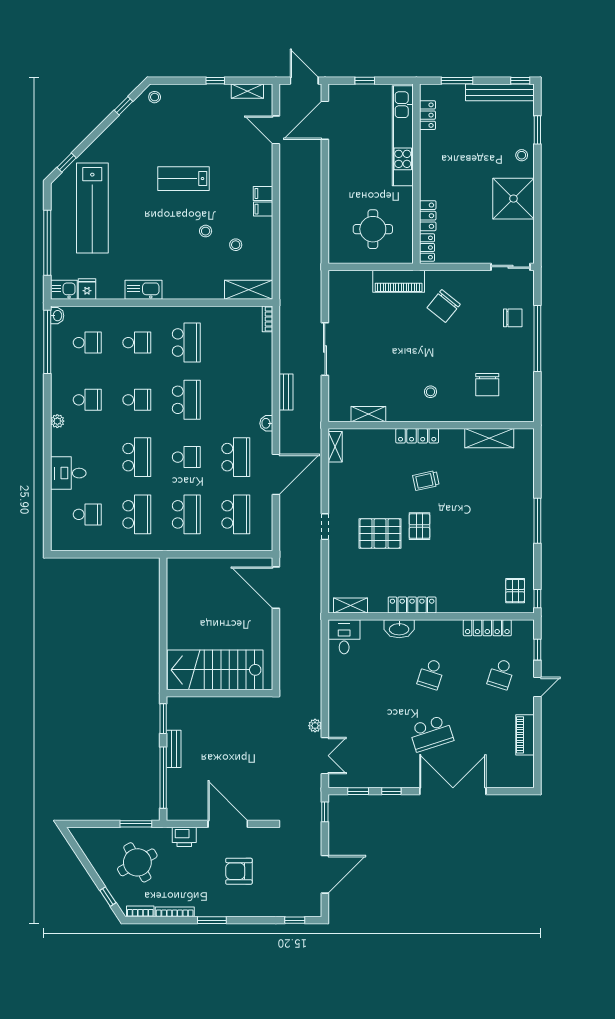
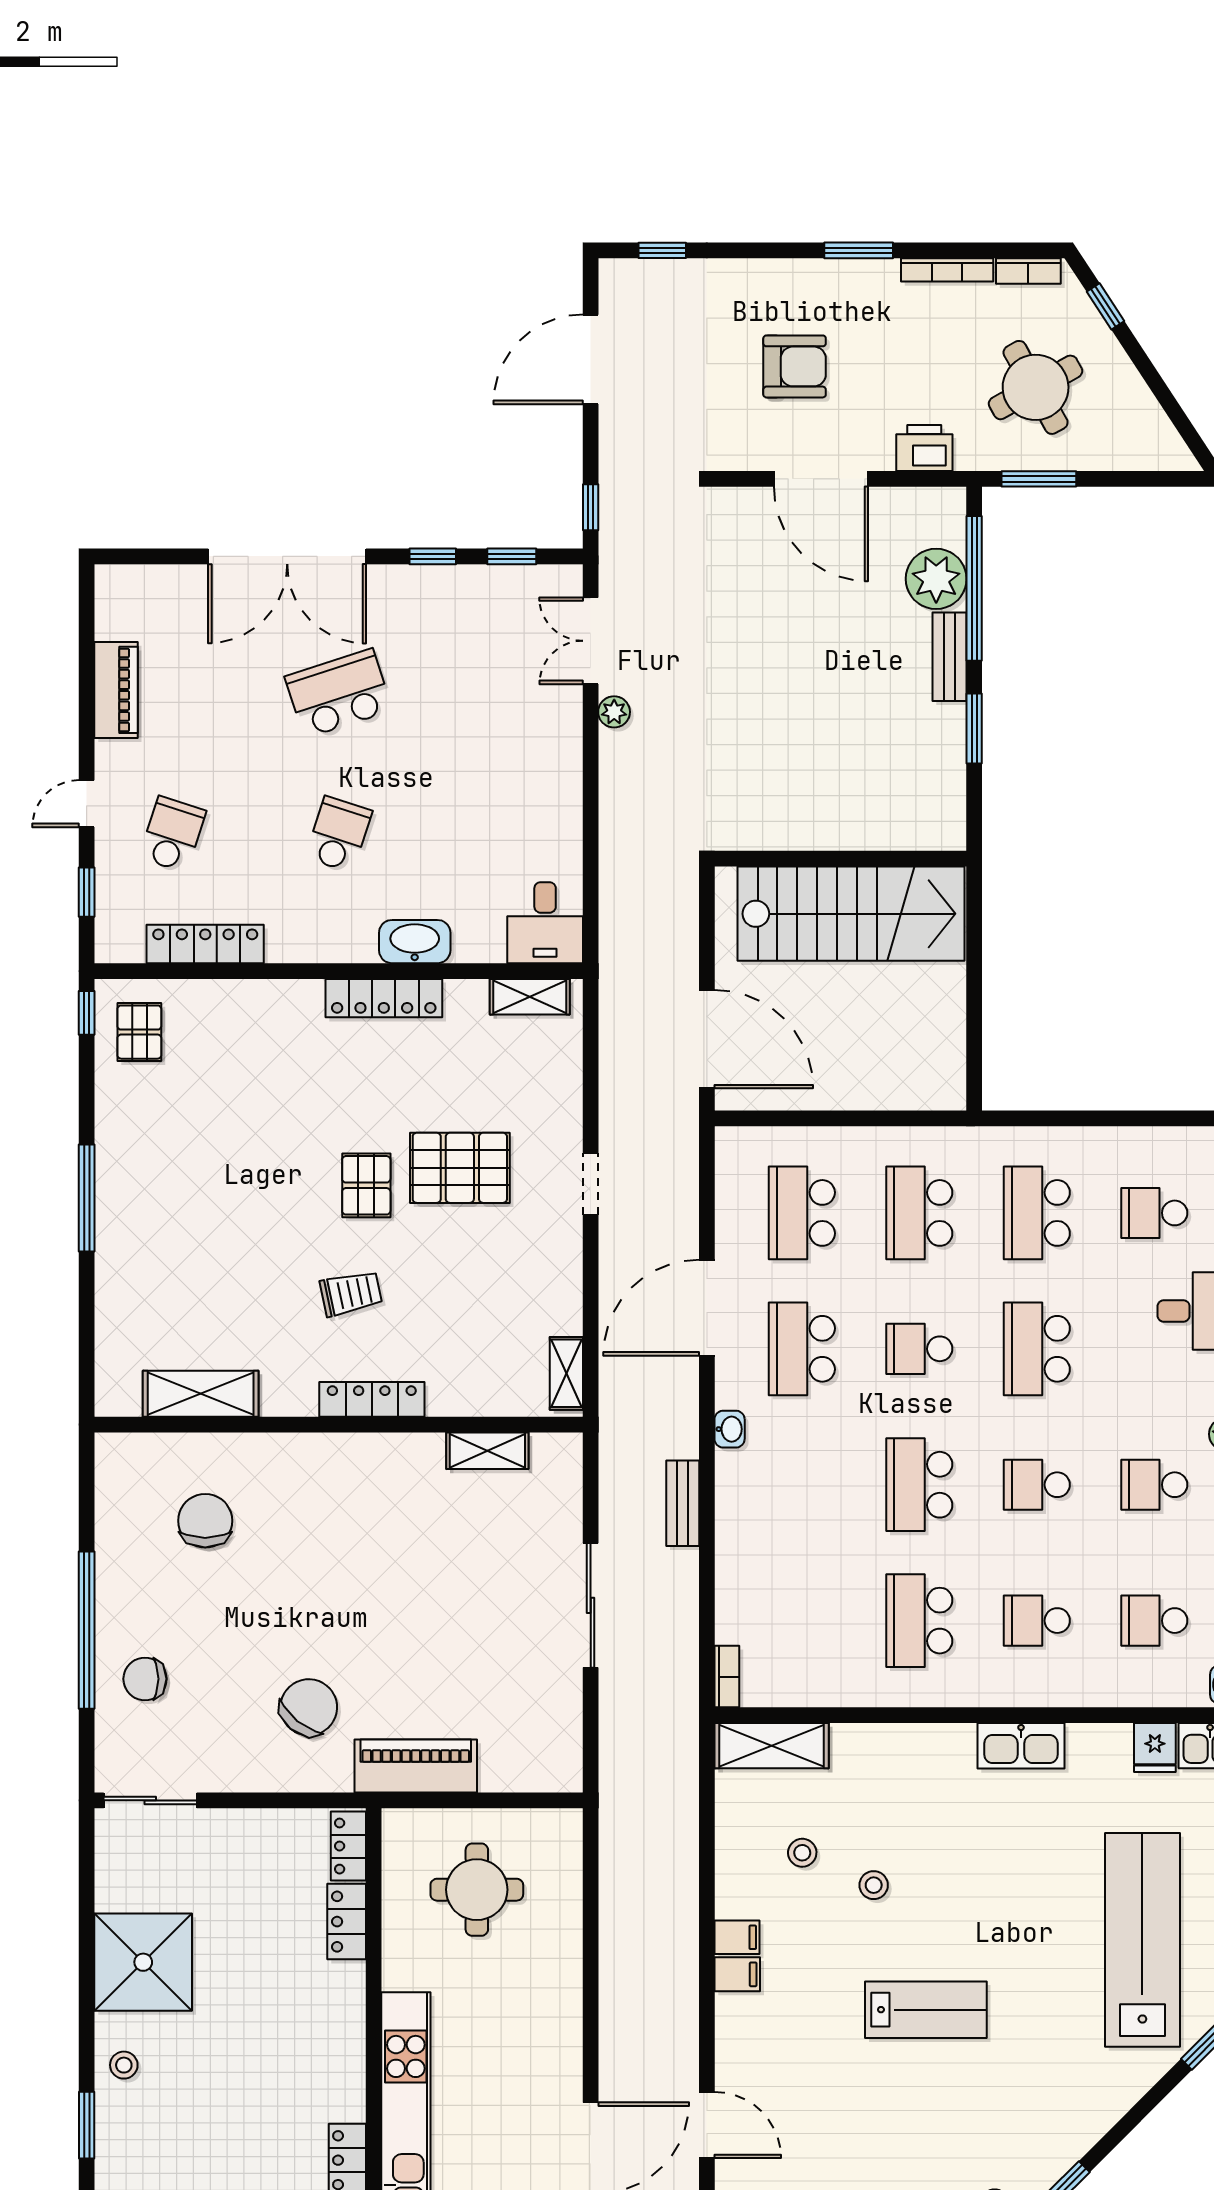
stool: (431, 392) -> (340, 1504), removed
stairs: (215, 670) -> (851, 914), moved
wall: (220, 693) -> (840, 859), moved
plant: (179, 782) -> (936, 579), added

